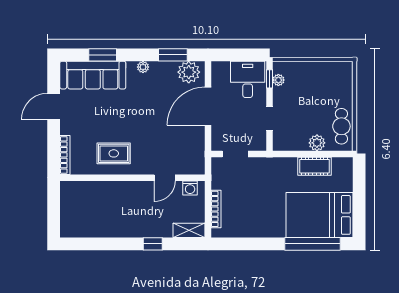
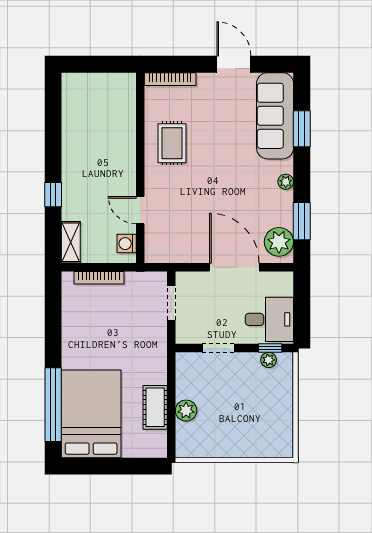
cafe table: (341, 126) -> (208, 443), removed

